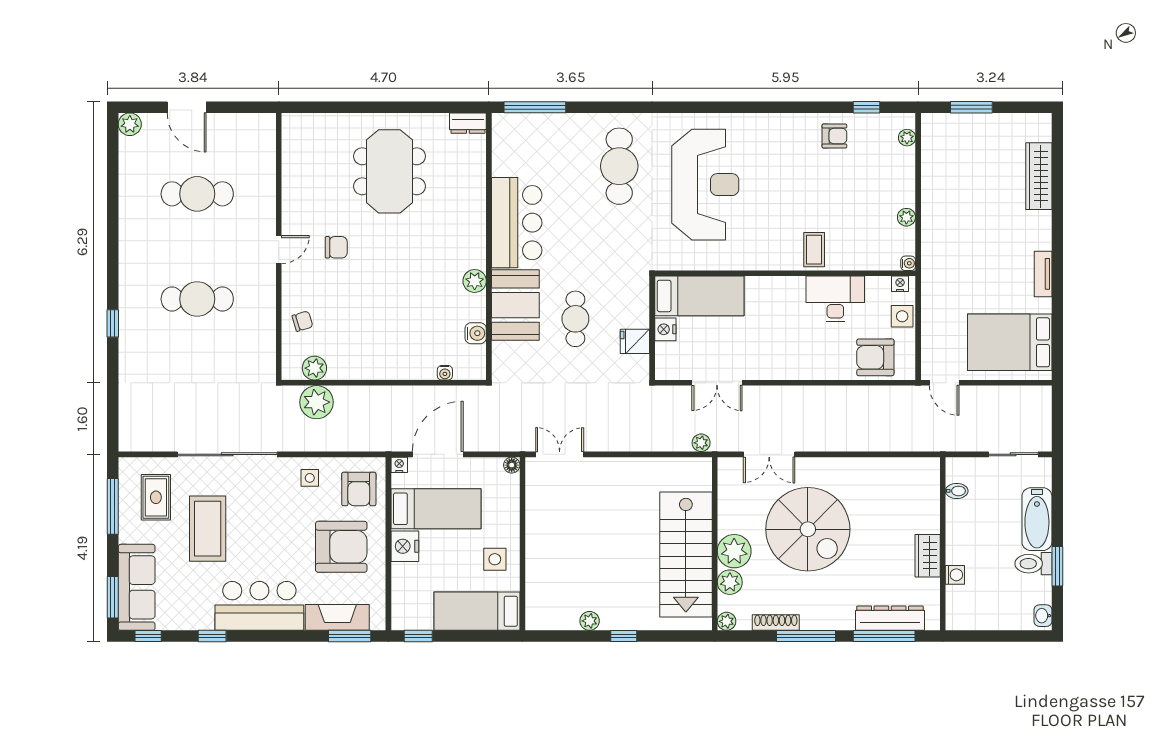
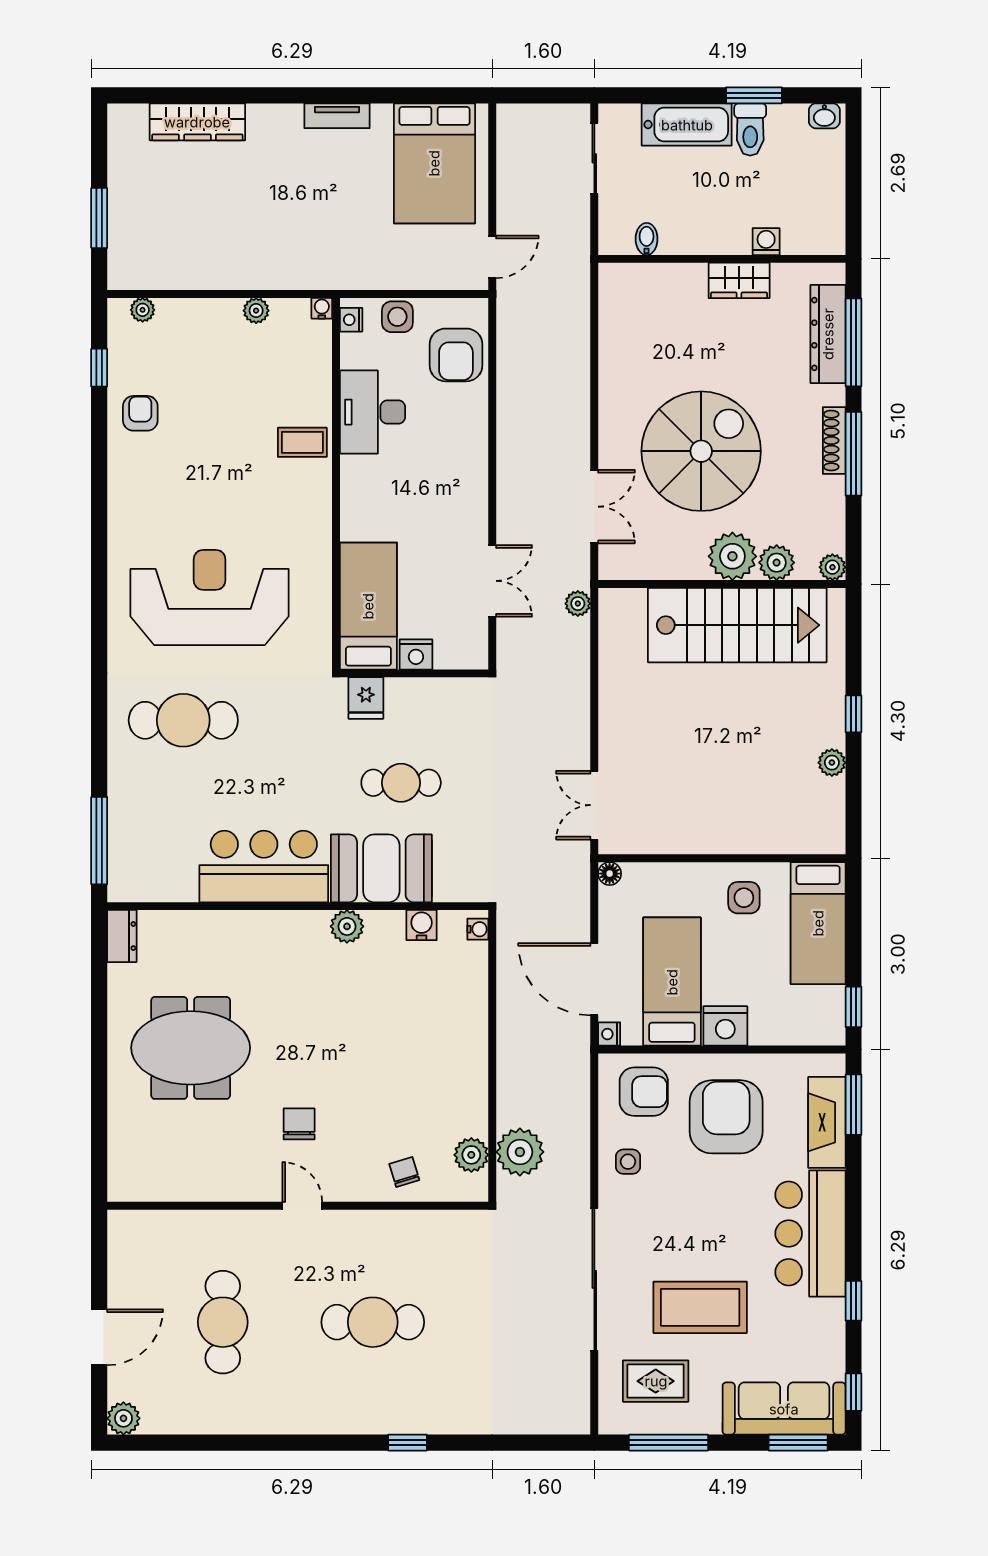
cafe table: (197, 299) -> (373, 1322), turned 90
fridge: (635, 341) -> (366, 698), moved
water cooler: (445, 373) -> (478, 929), moved
shoe rack: (776, 623) -> (834, 441), moved

